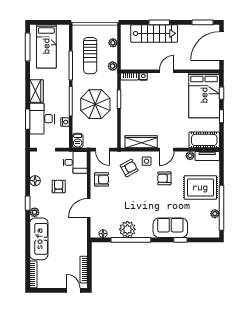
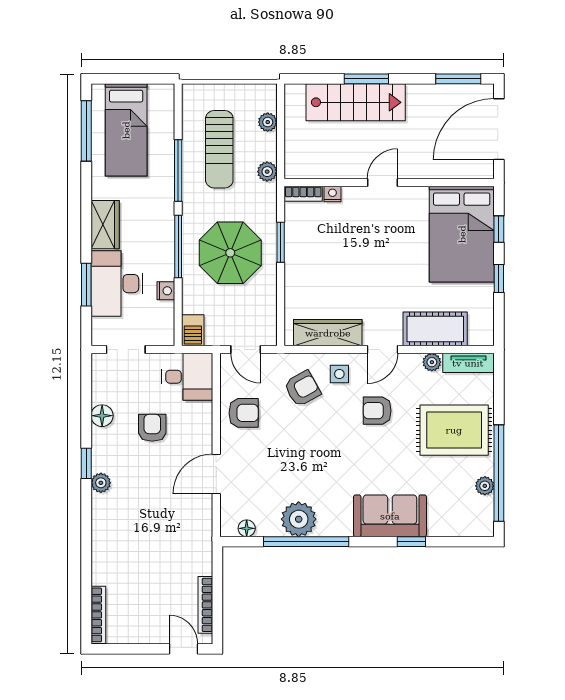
cot: (204, 140) -> (435, 329), moved
sofa: (39, 239) -> (110, 539), removed

